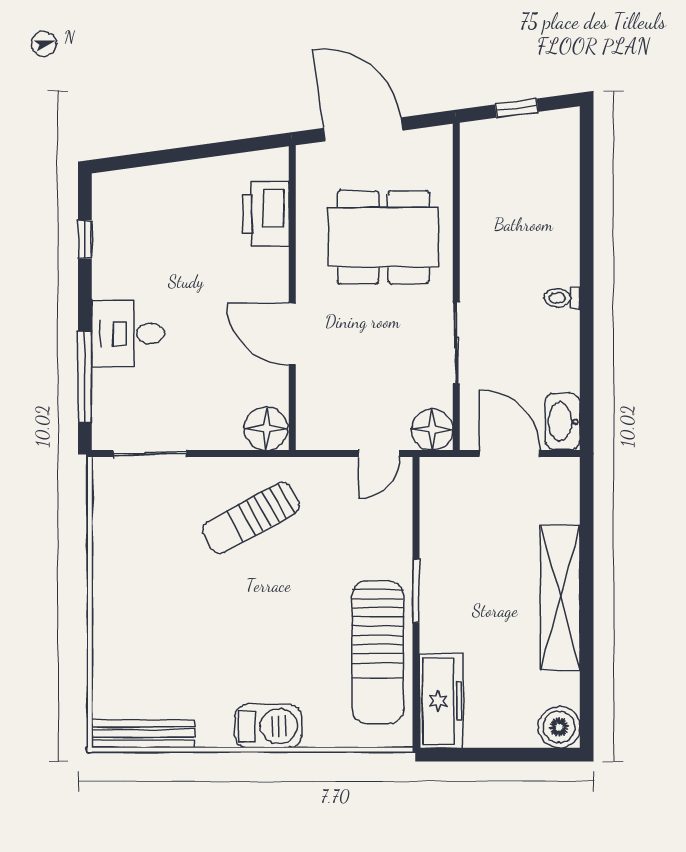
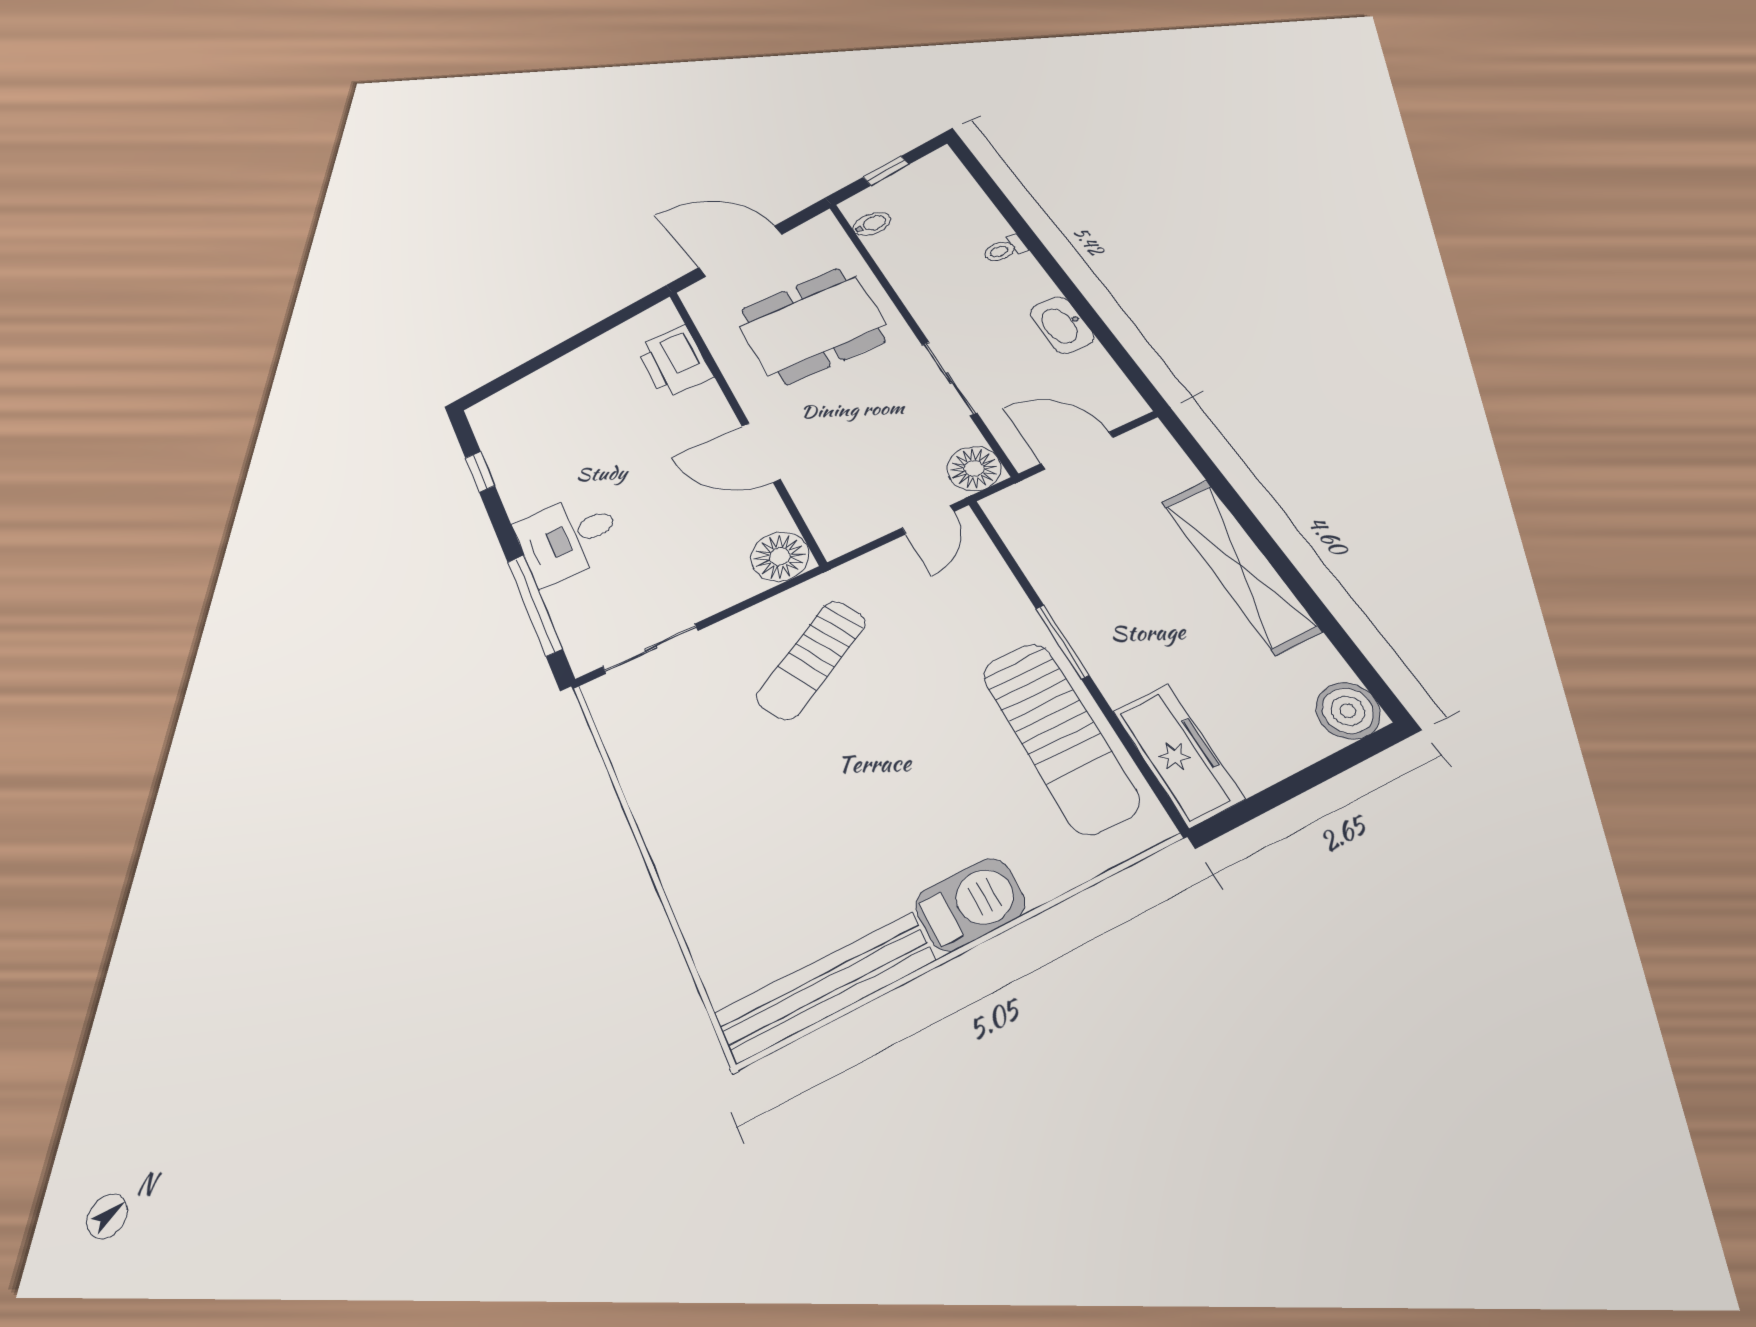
bidet: (477, 160) -> (872, 224), added
toilet: (562, 298) -> (1004, 249), moved
washbasin: (563, 422) -> (1062, 325), moved
bench: (143, 734) -> (826, 987), width x1.37, depth x1.21

